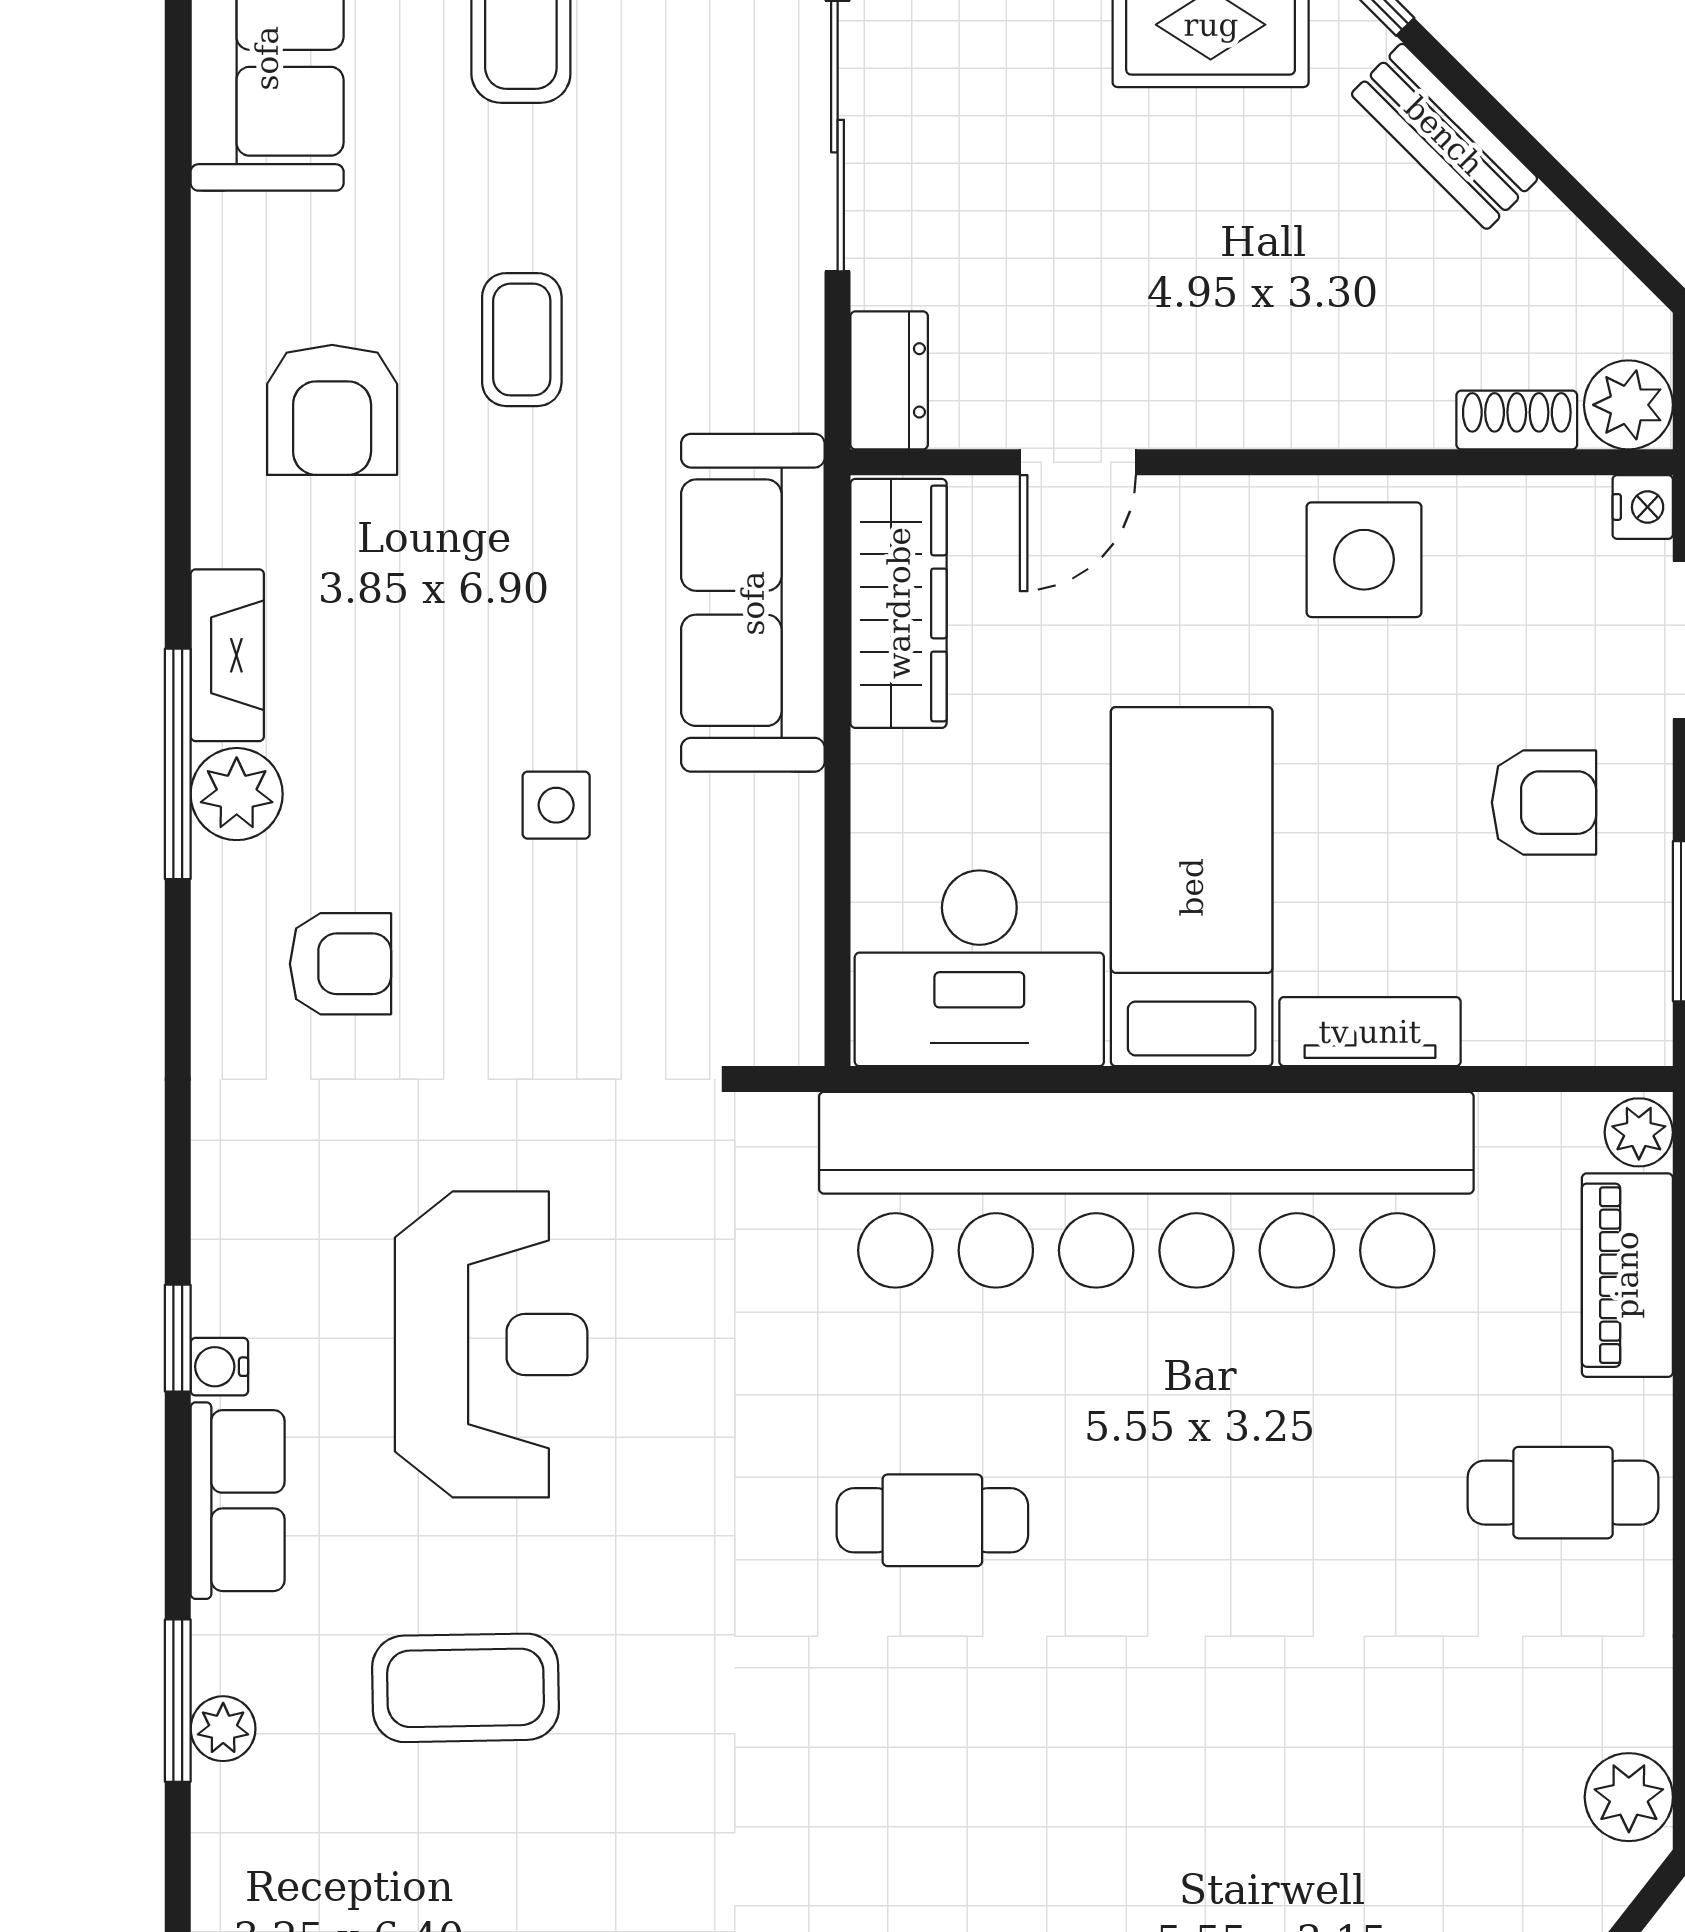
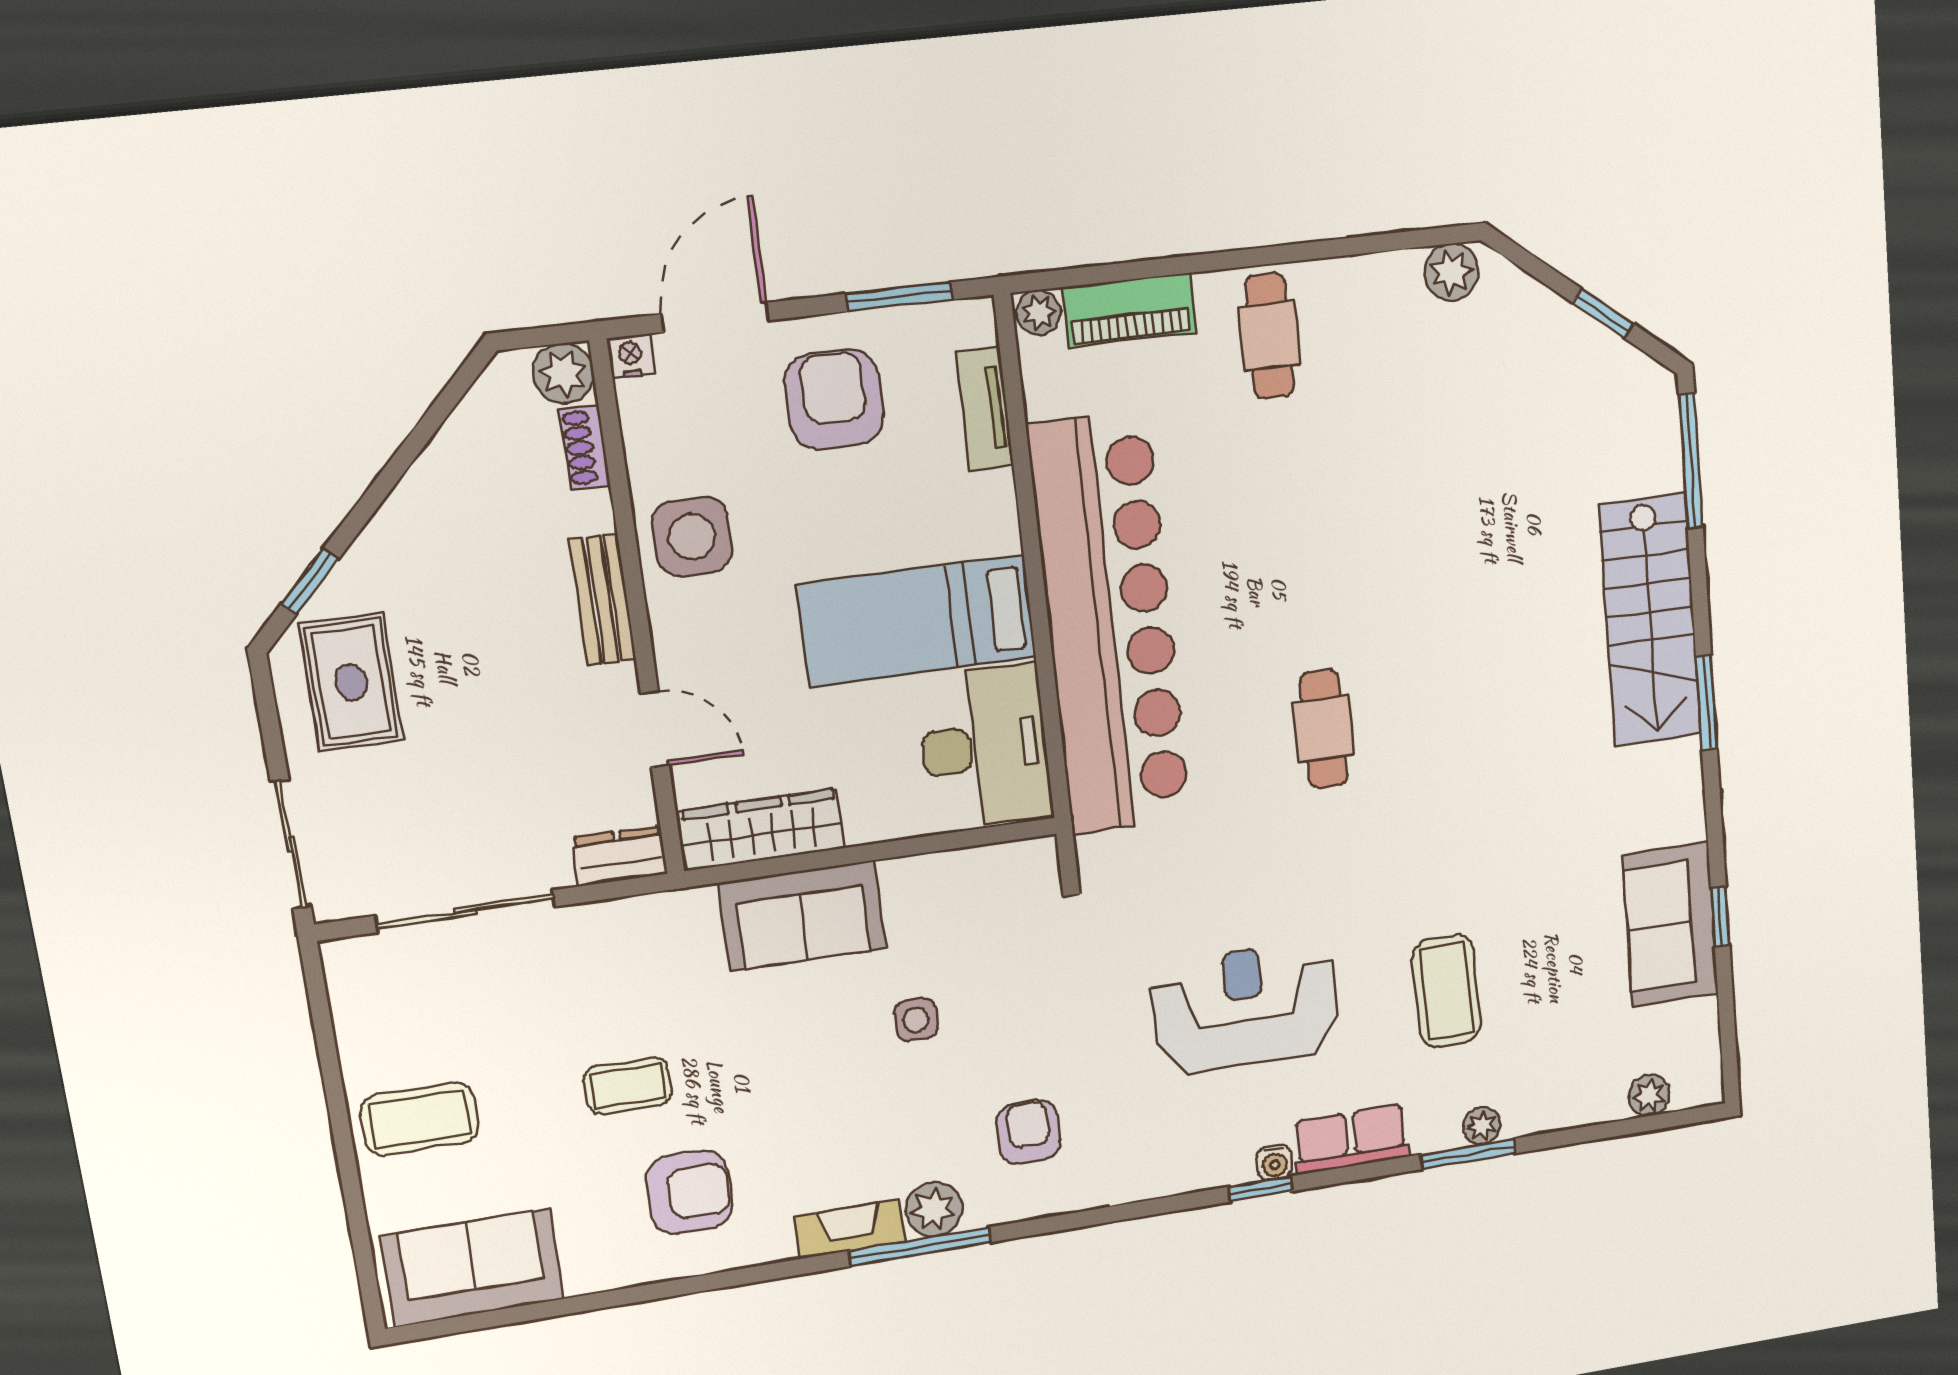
bench: (1444, 136) -> (603, 600), moved, turned -45
sofa: (753, 603) -> (802, 916), width x0.73
armchair: (1544, 803) -> (834, 399), width x1.38, depth x1.38
tv unit: (1370, 1032) -> (985, 409), moved

